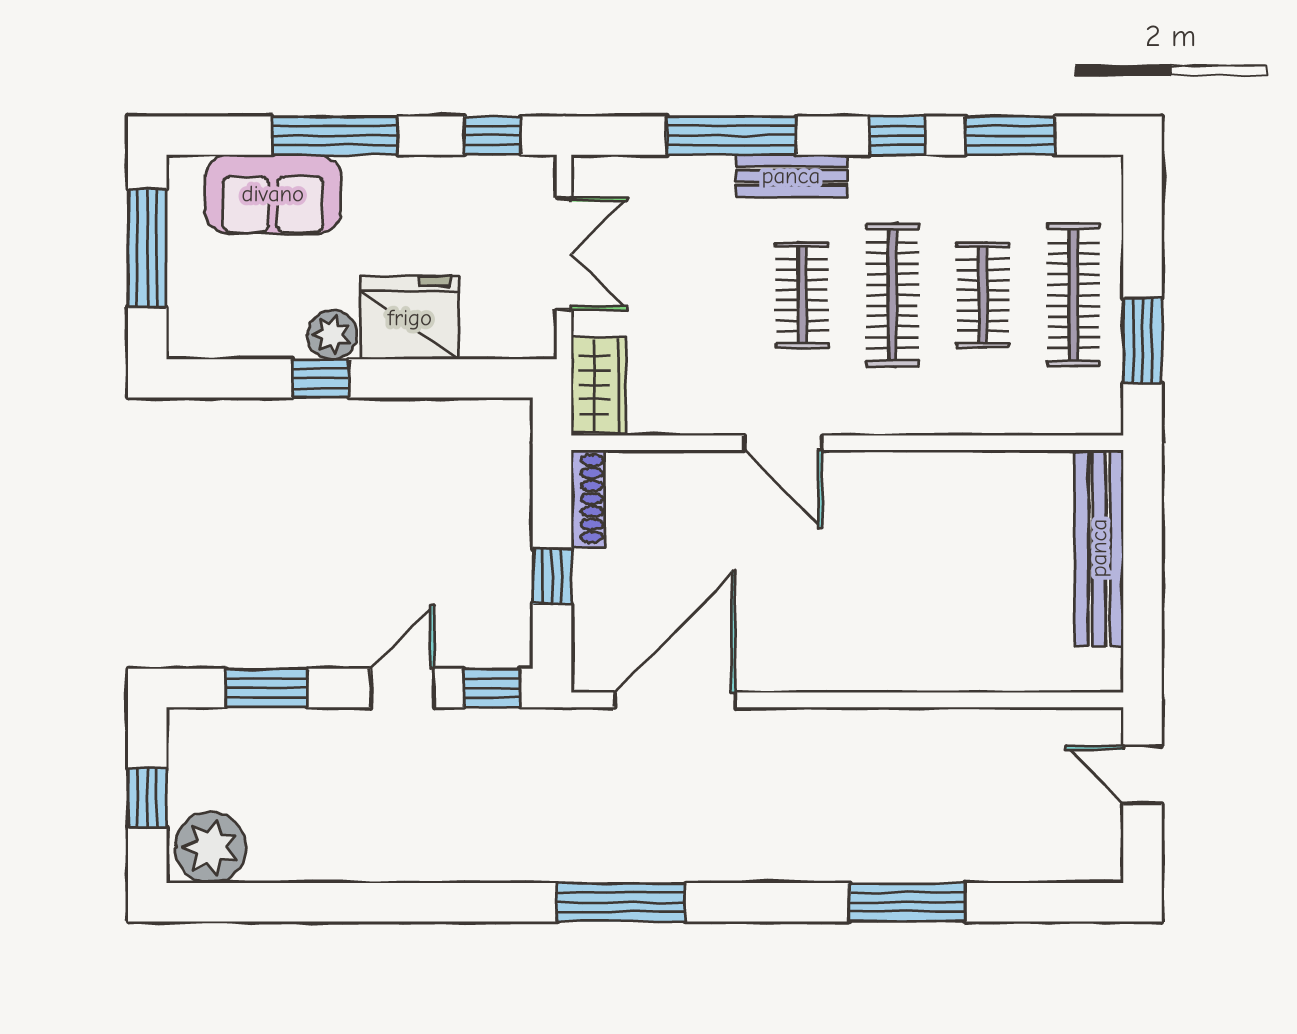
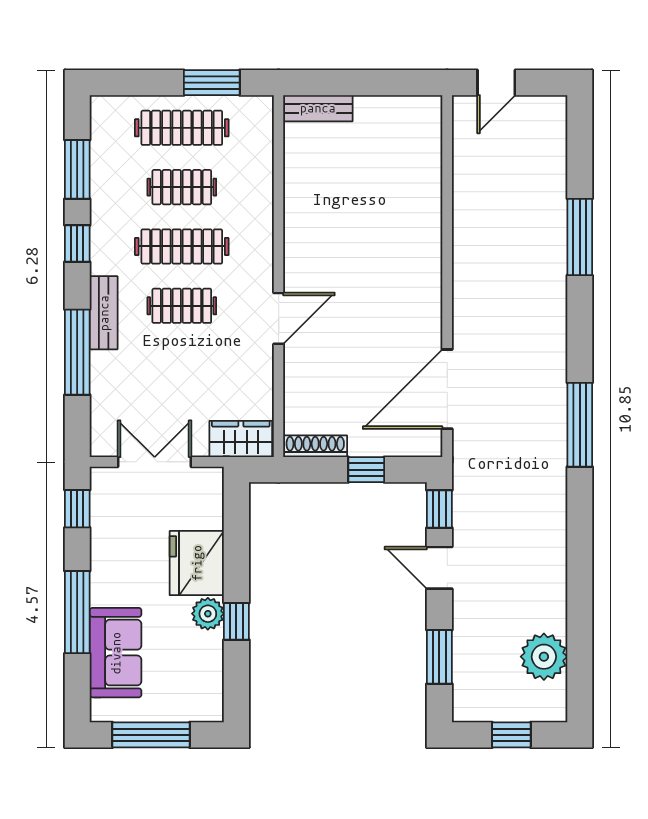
bench: (1099, 548) -> (318, 108), width x0.54, depth x0.82
door: (675, 700) -> (447, 389), hinge flipped
plant: (211, 848) -> (544, 657), moved

